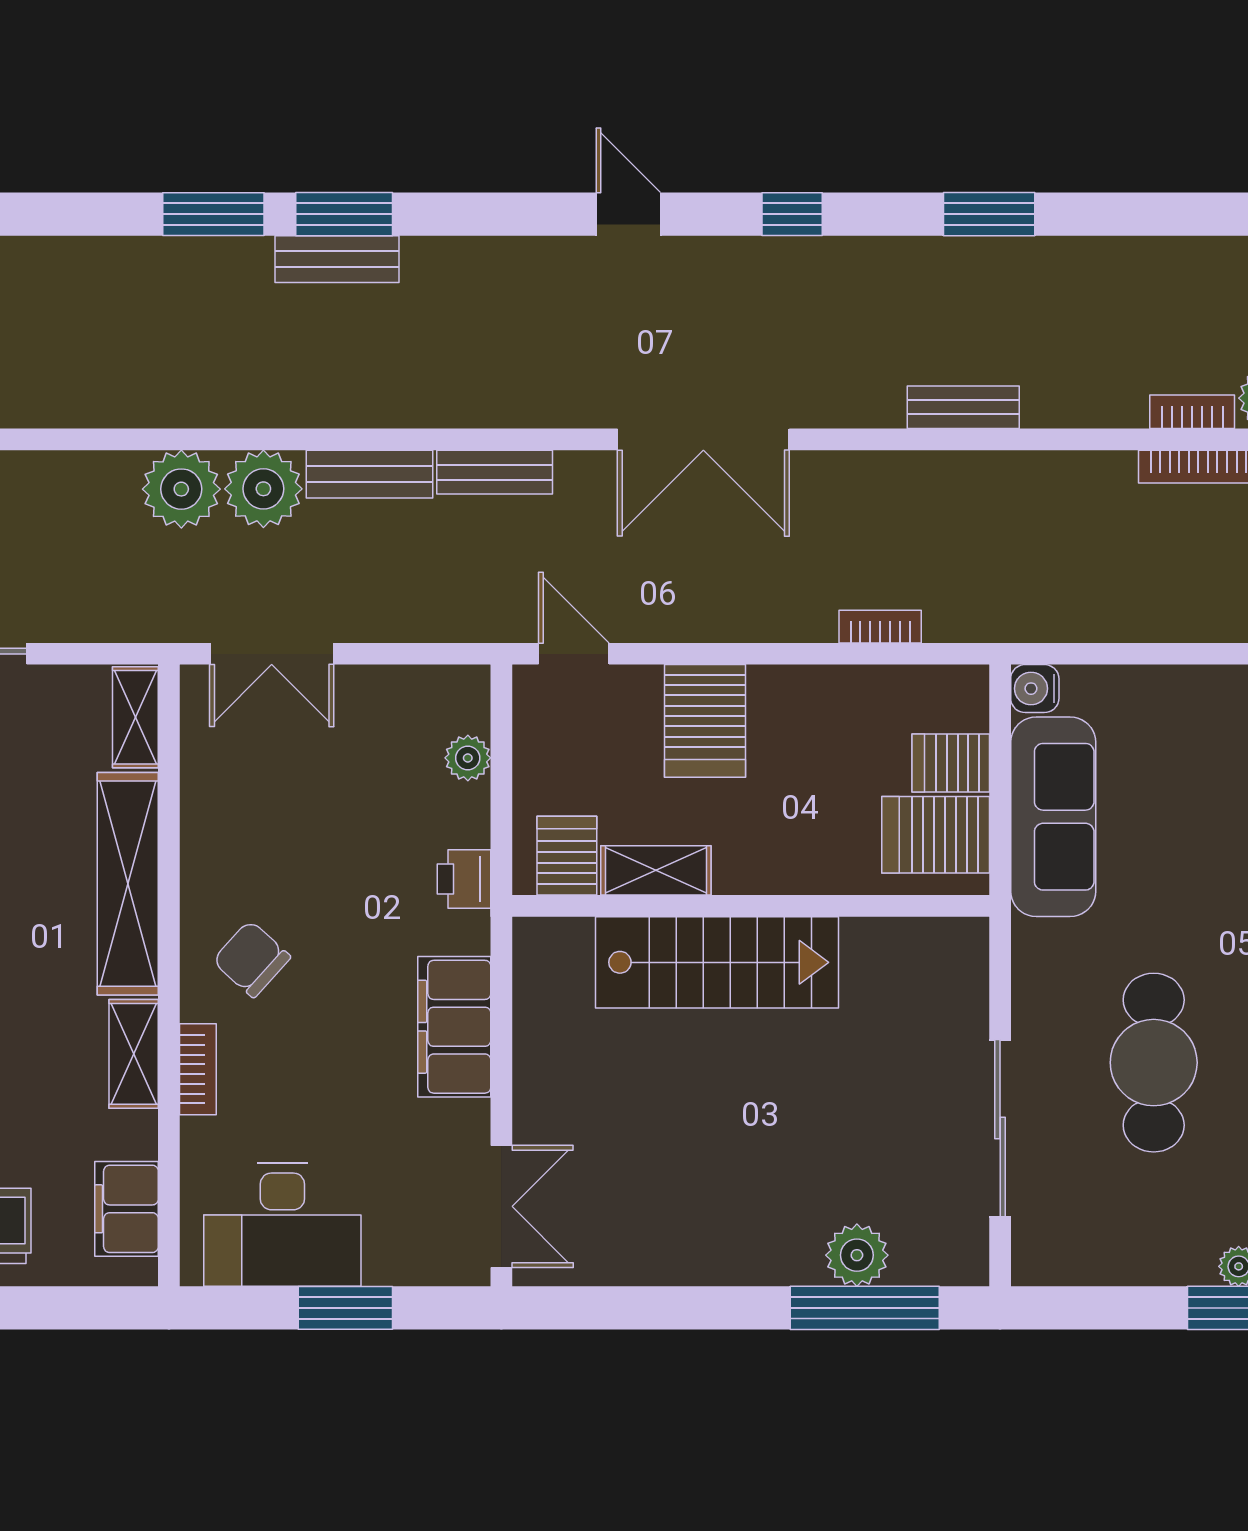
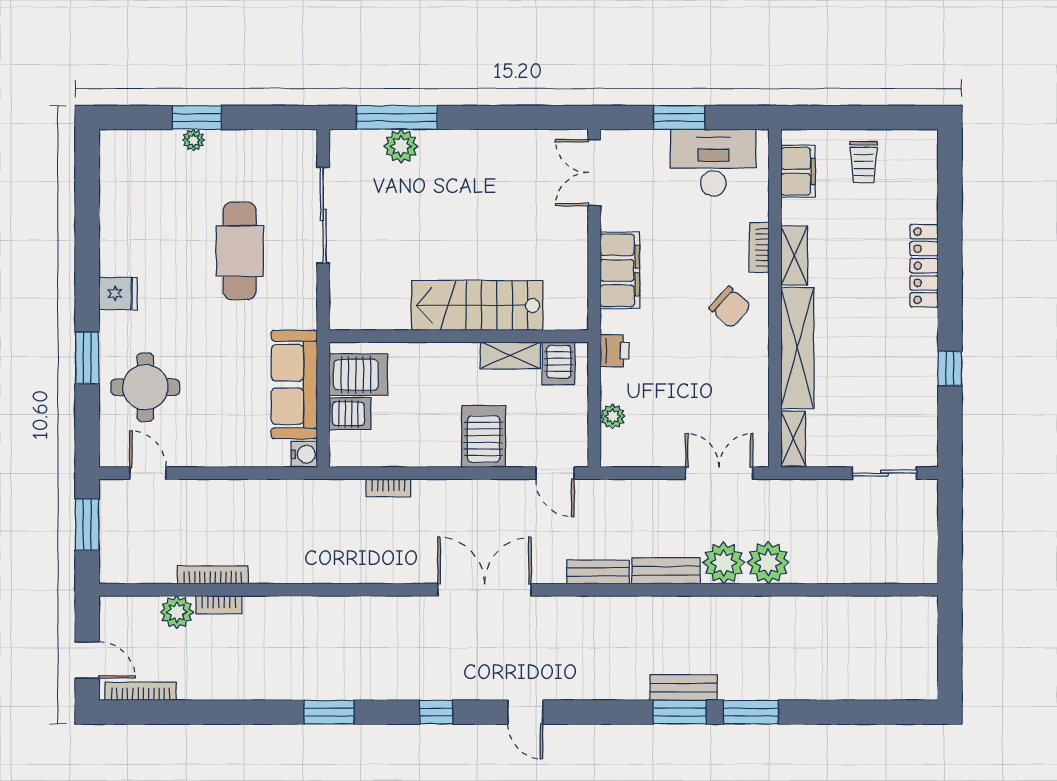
bench: (963, 407) -> (343, 607), removed

